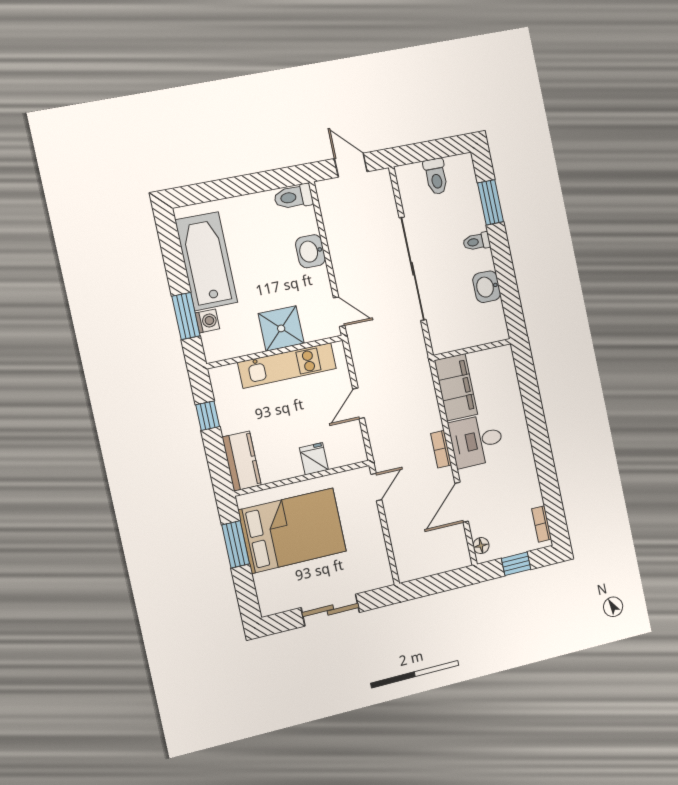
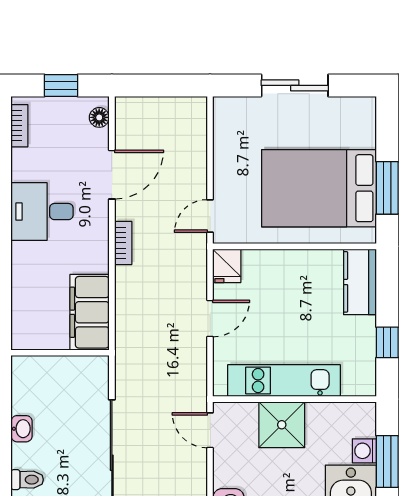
washbasin: (487, 287) -> (22, 429), width x0.72, depth x0.69
desk: (477, 441) -> (42, 212), moved, turned 180
fridge: (314, 459) -> (227, 266), moved

